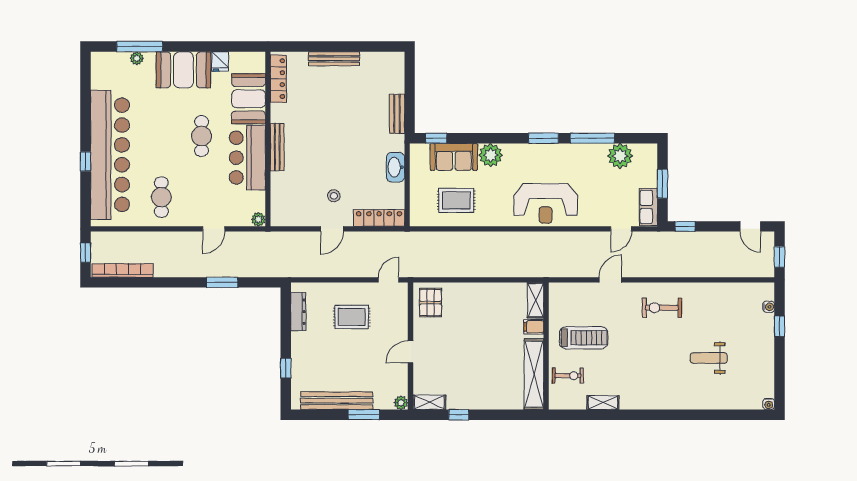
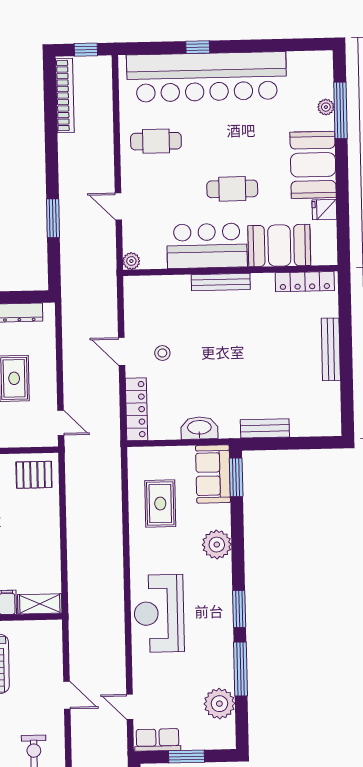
window: (436, 138) -> (236, 477), width x1.50
sofa: (454, 157) -> (213, 474), moved

